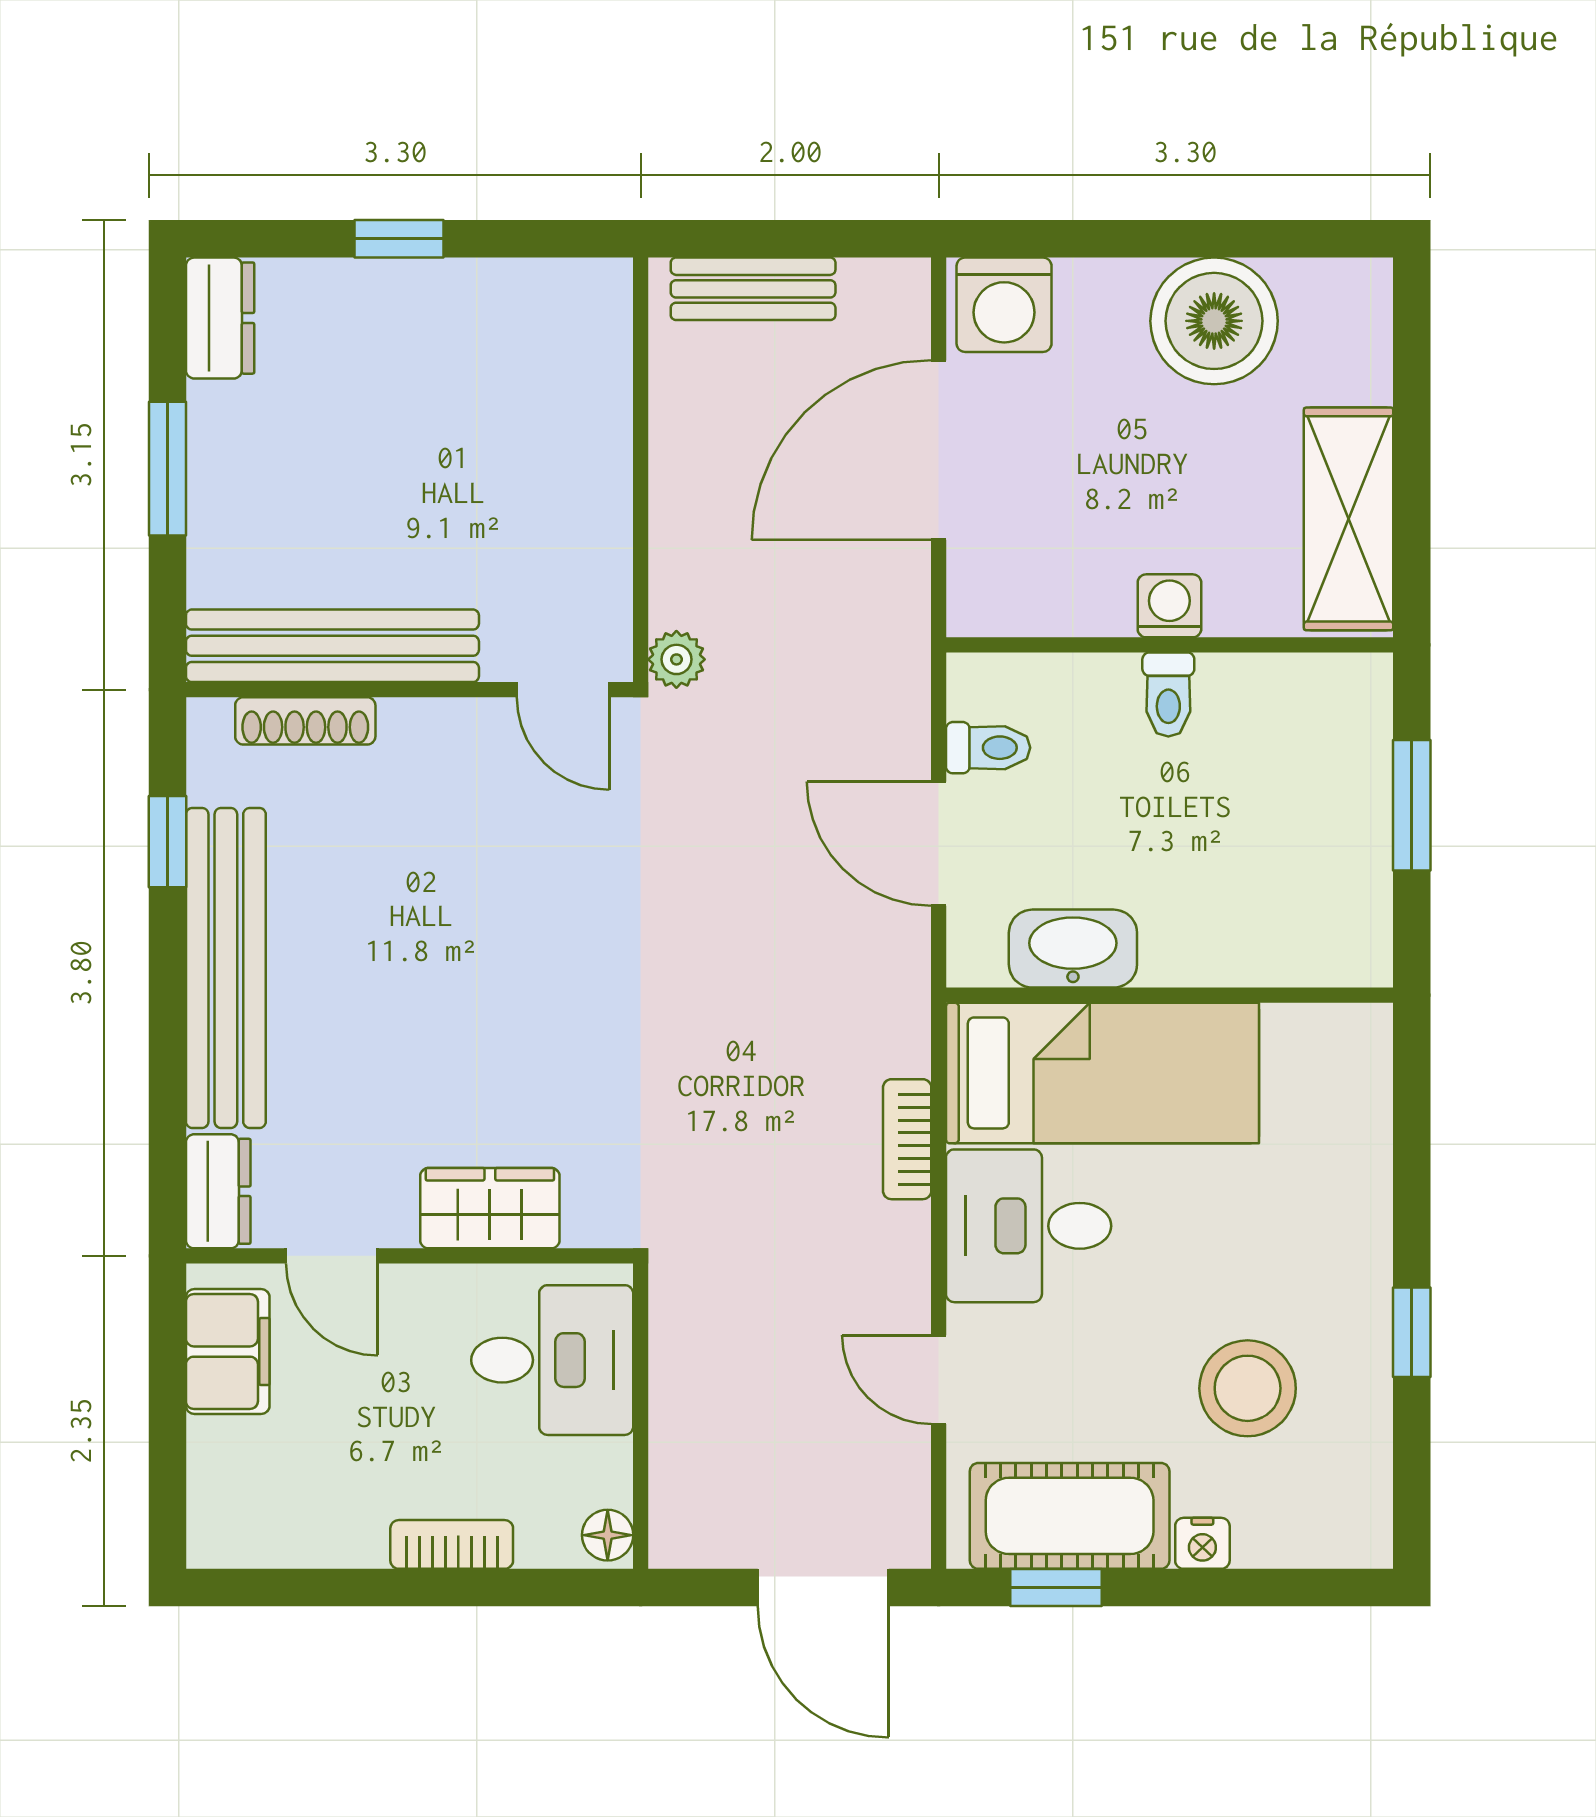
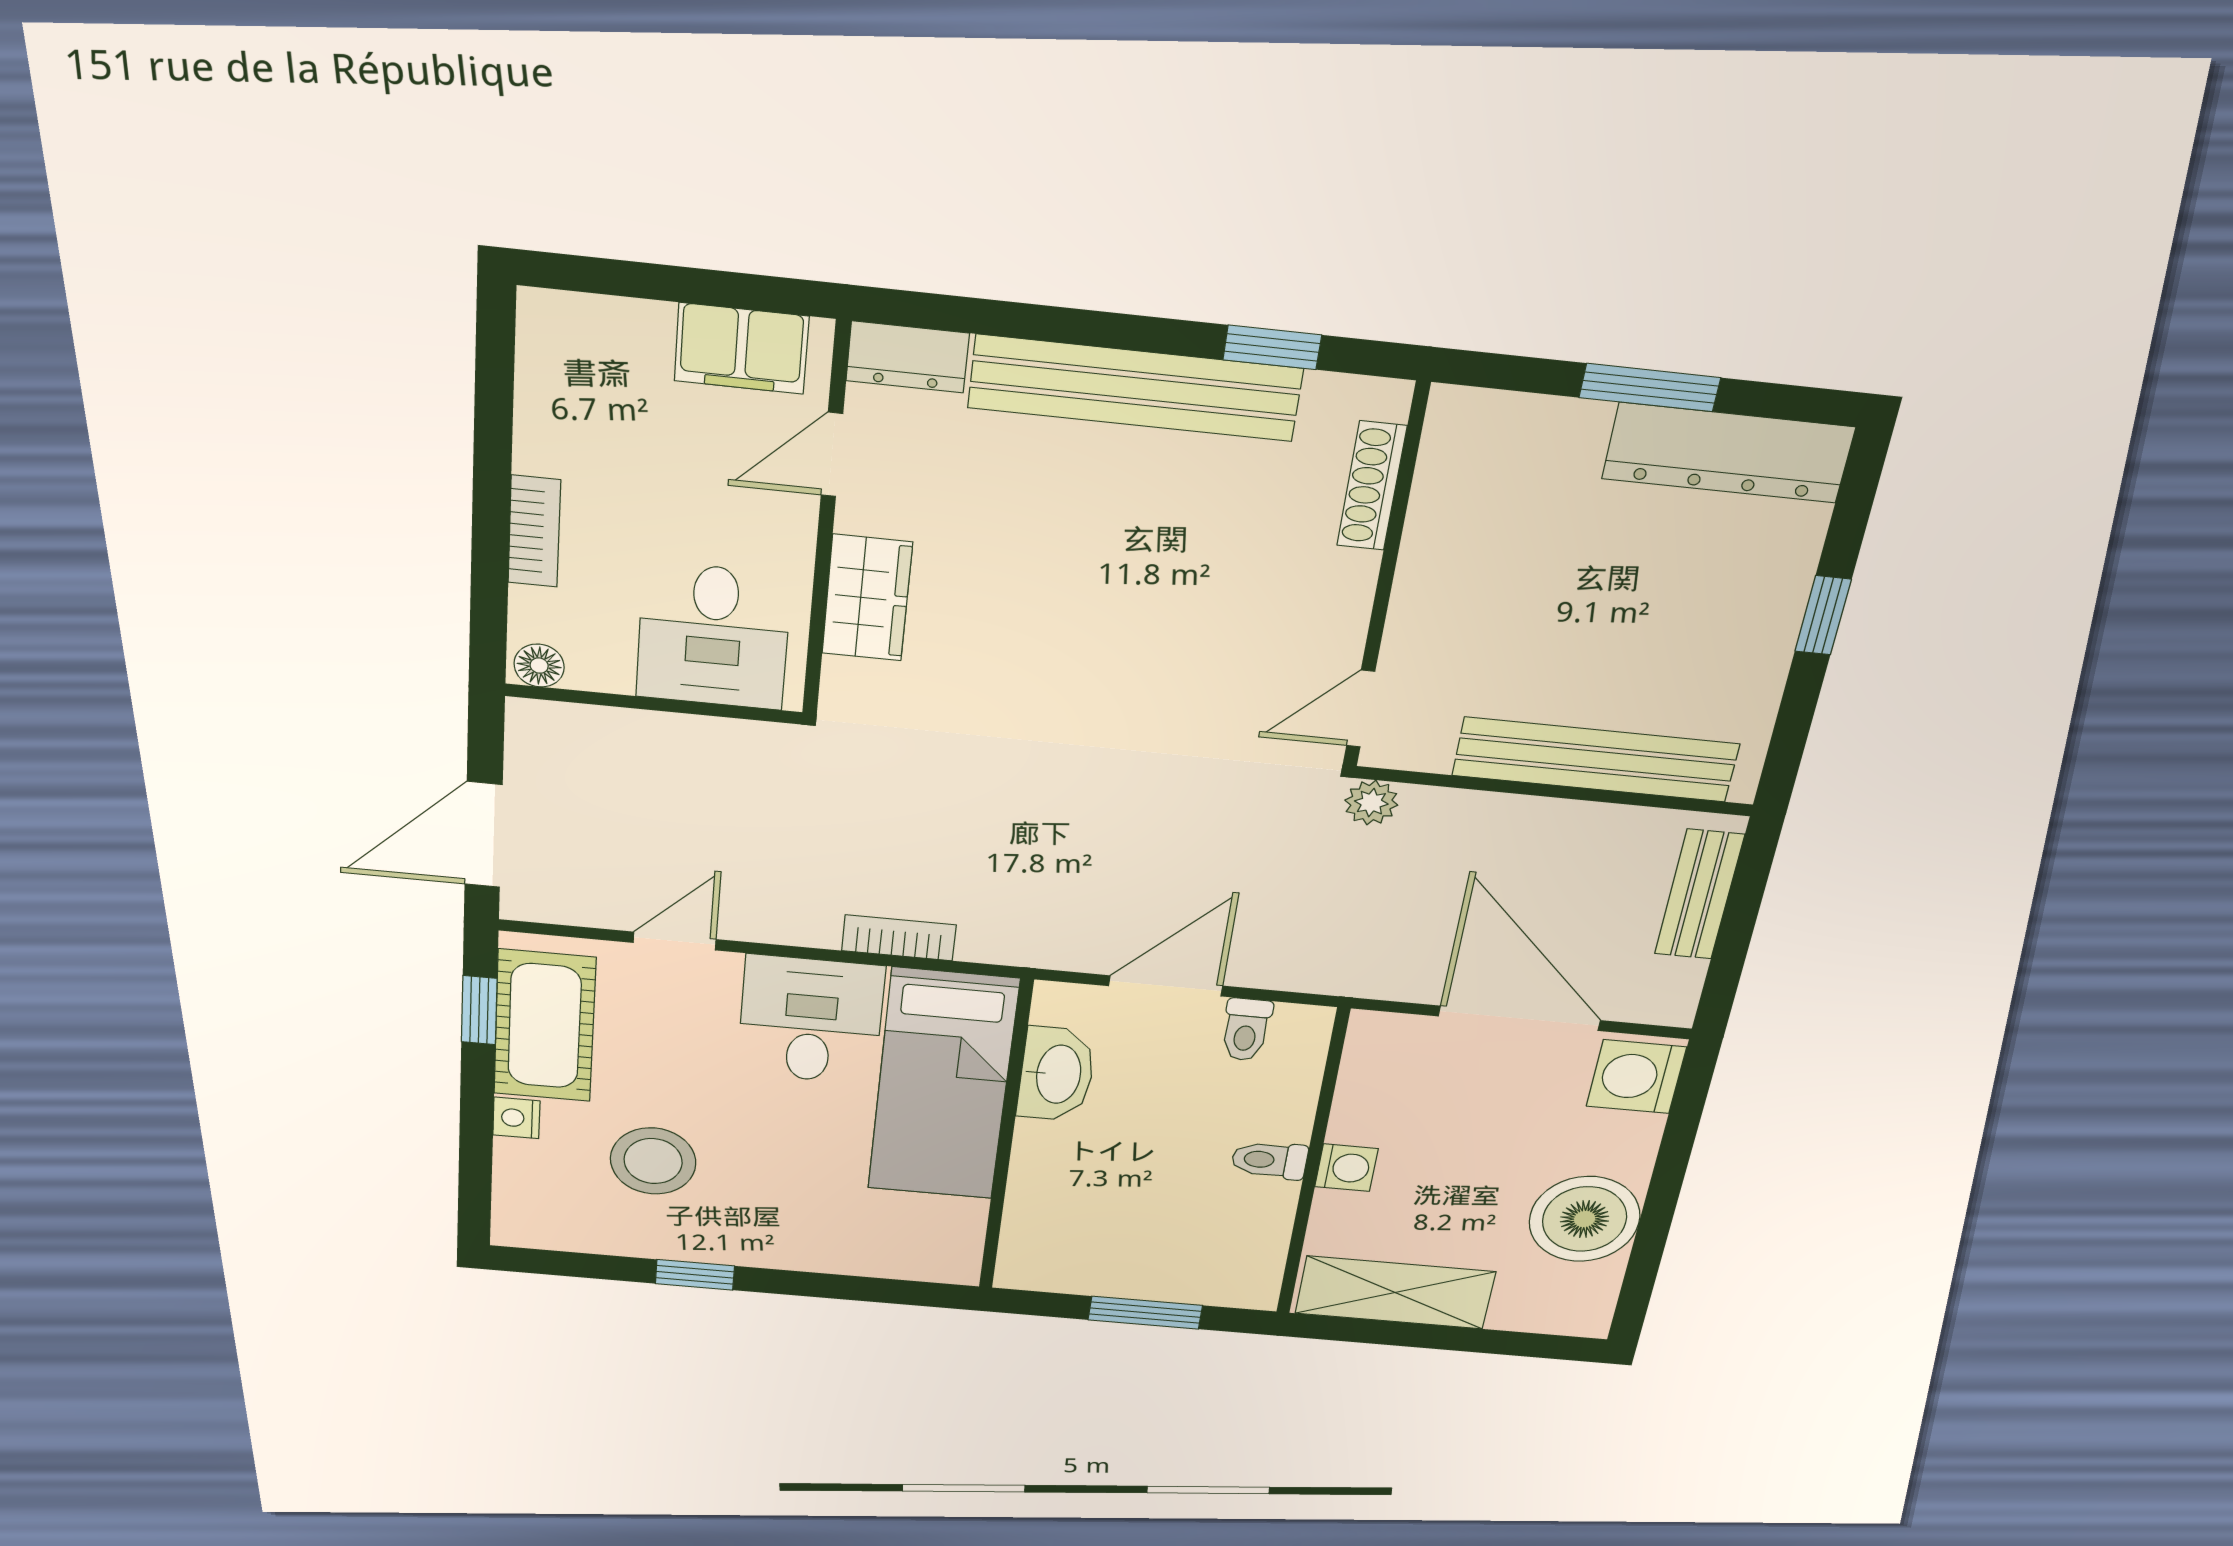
dresser: (220, 318) -> (1728, 453), width x1.96, depth x1.24
bench: (332, 646) -> (1596, 760), moved, turned 90

